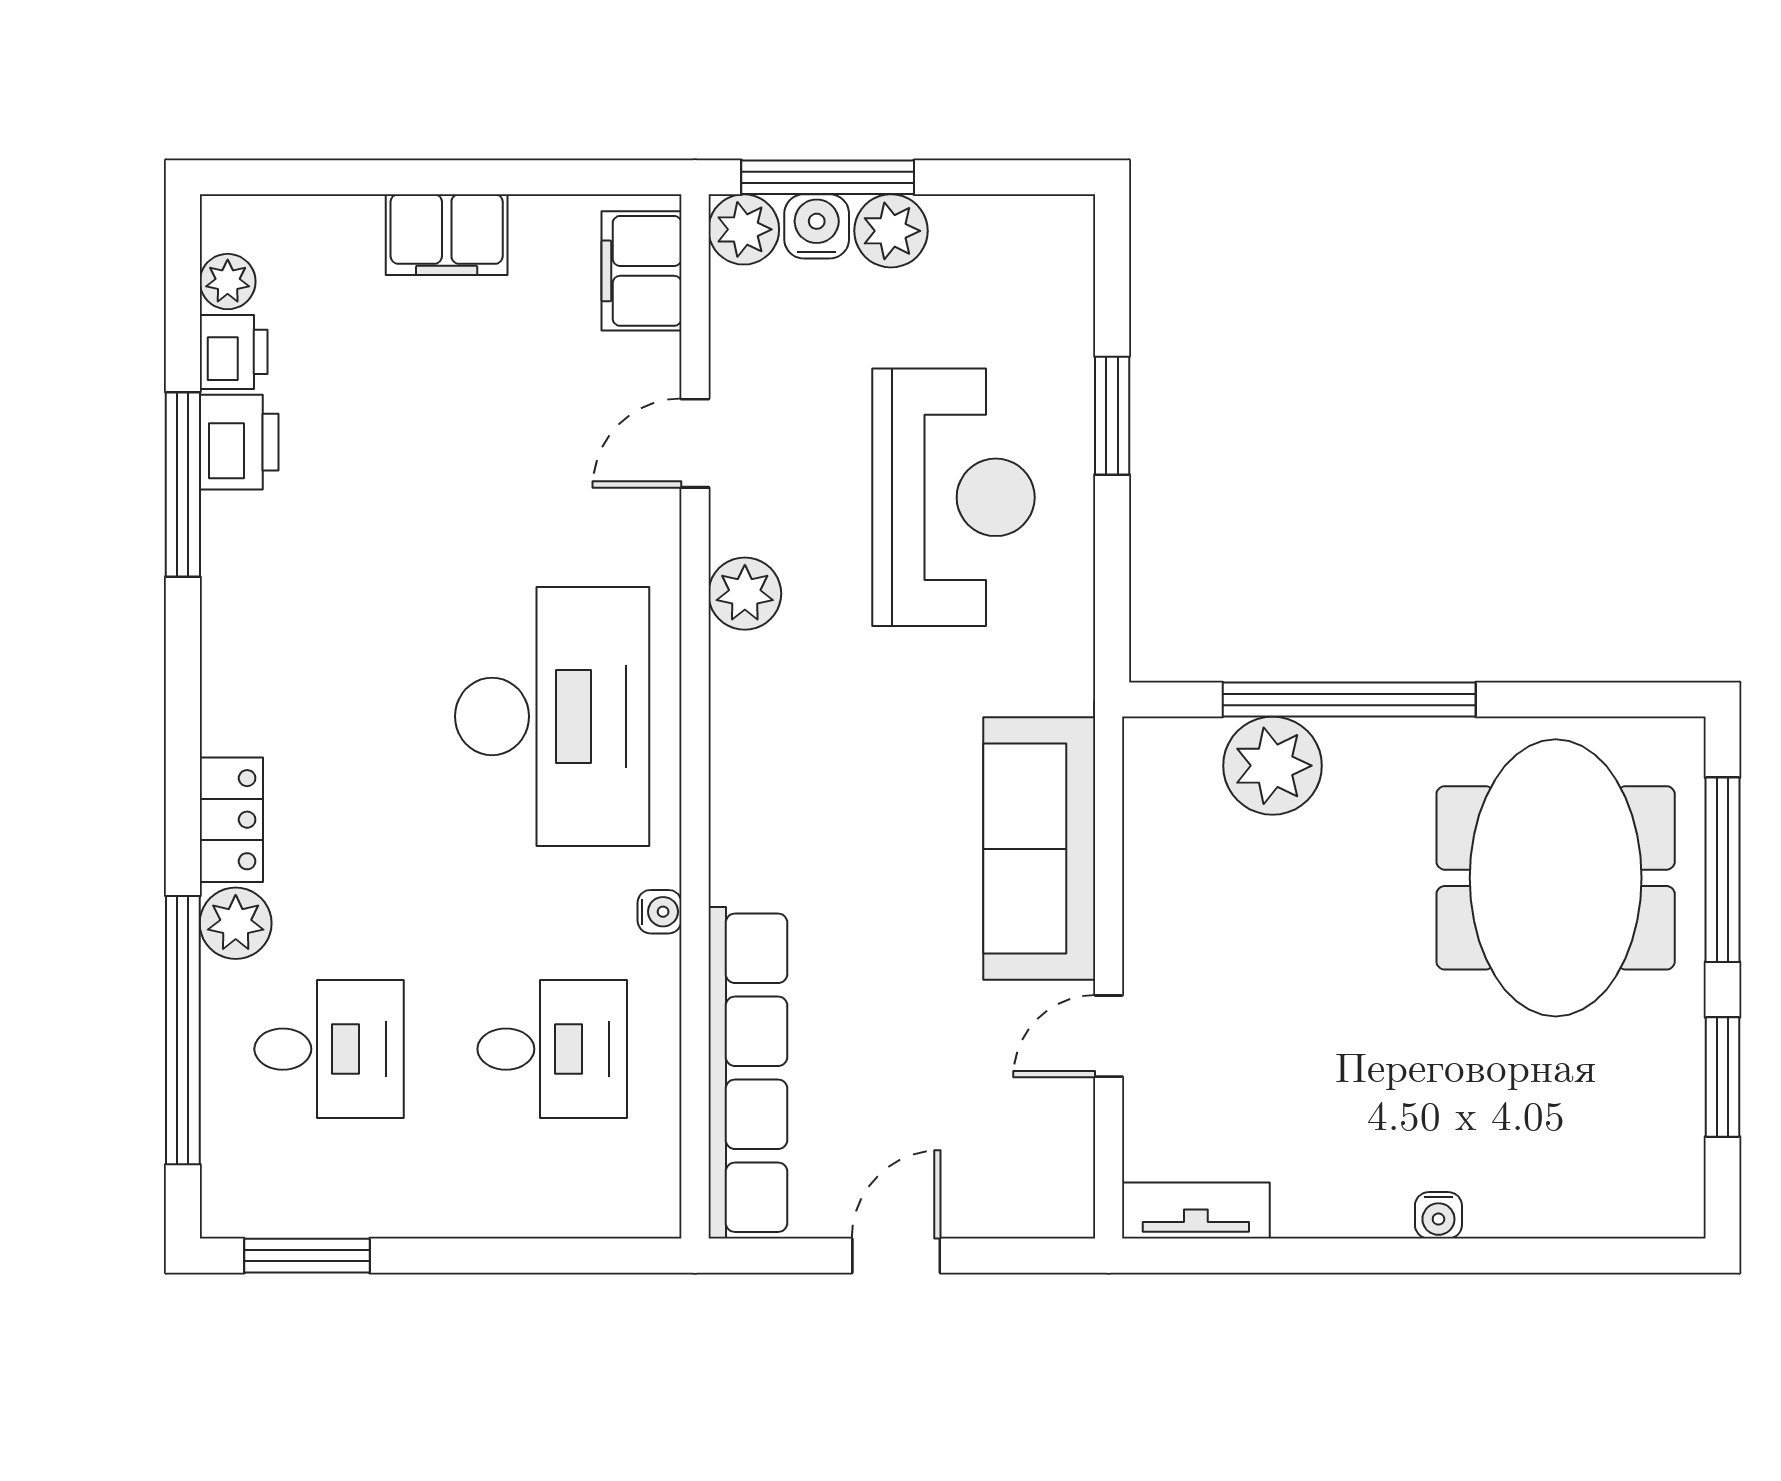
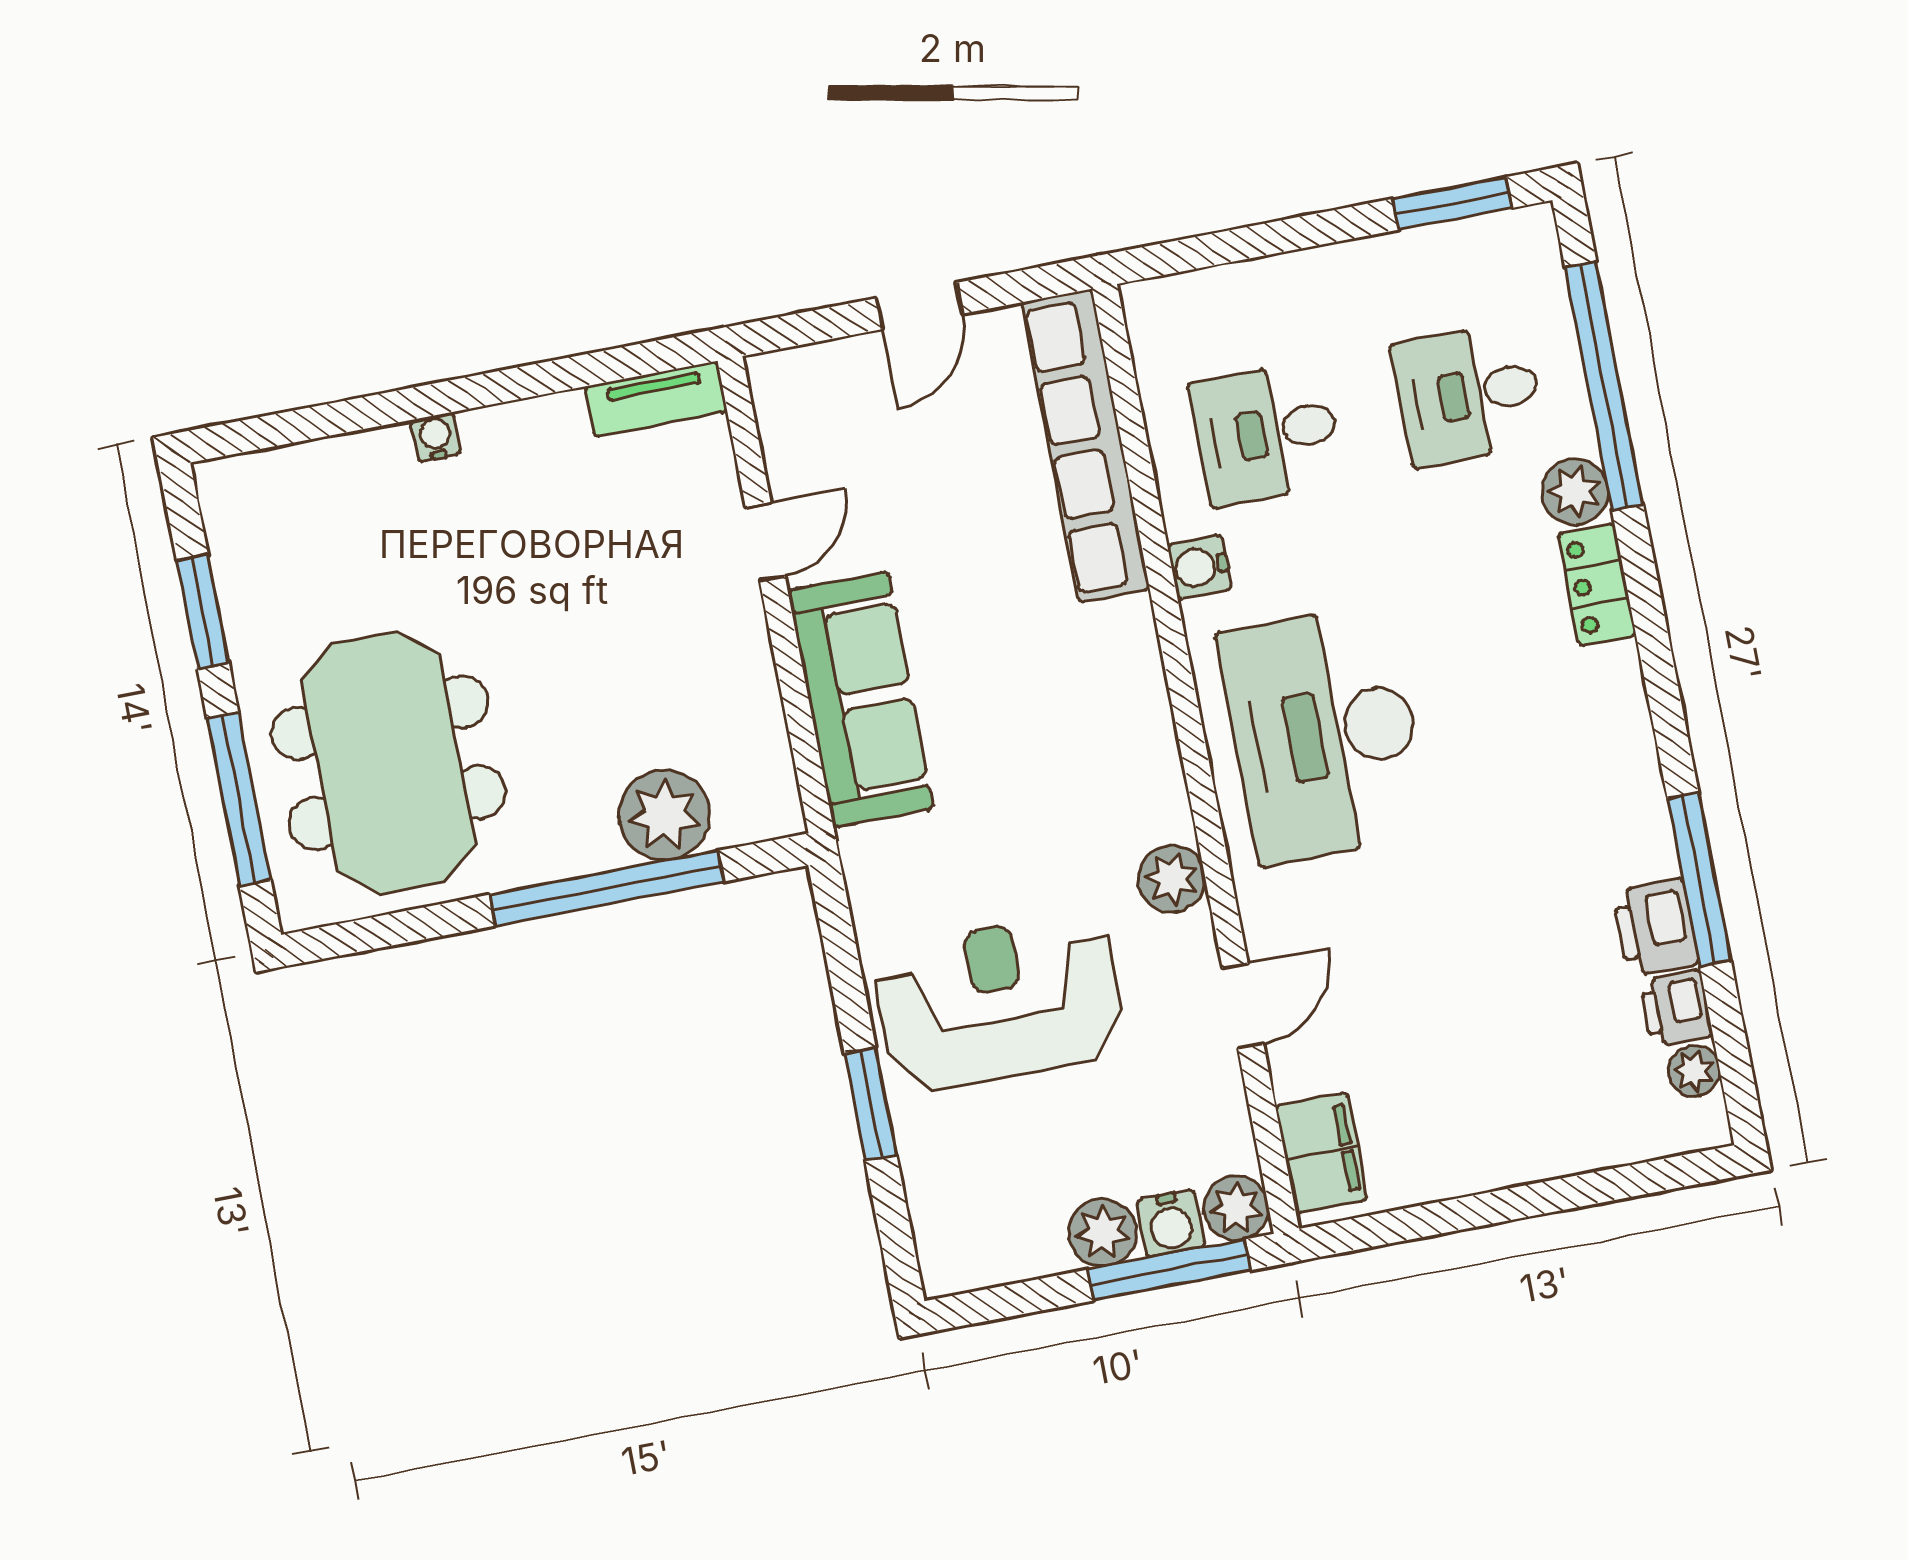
filing cabinet: (447, 235) -> (1504, 1151), removed
reception desk: (954, 497) -> (1000, 1002), turned 90
water cooler: (660, 912) -> (1200, 567), width x1.38, depth x1.38

